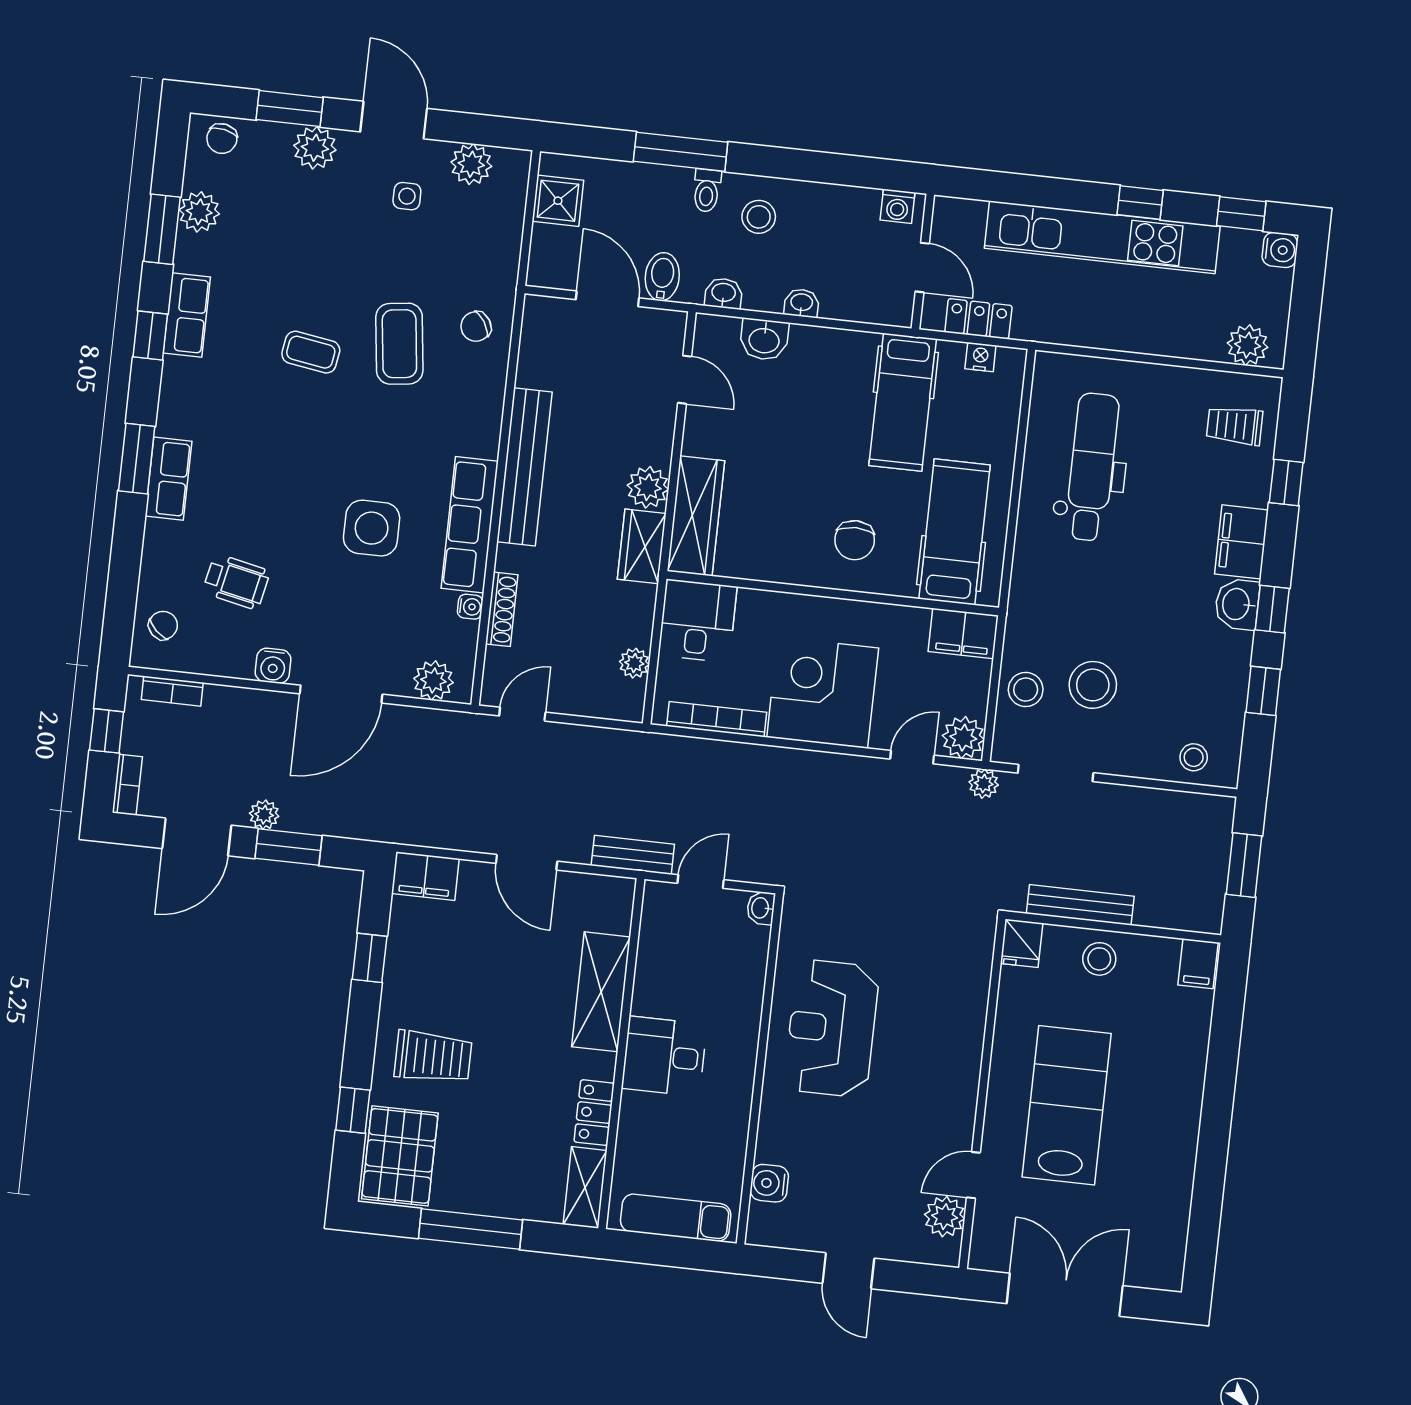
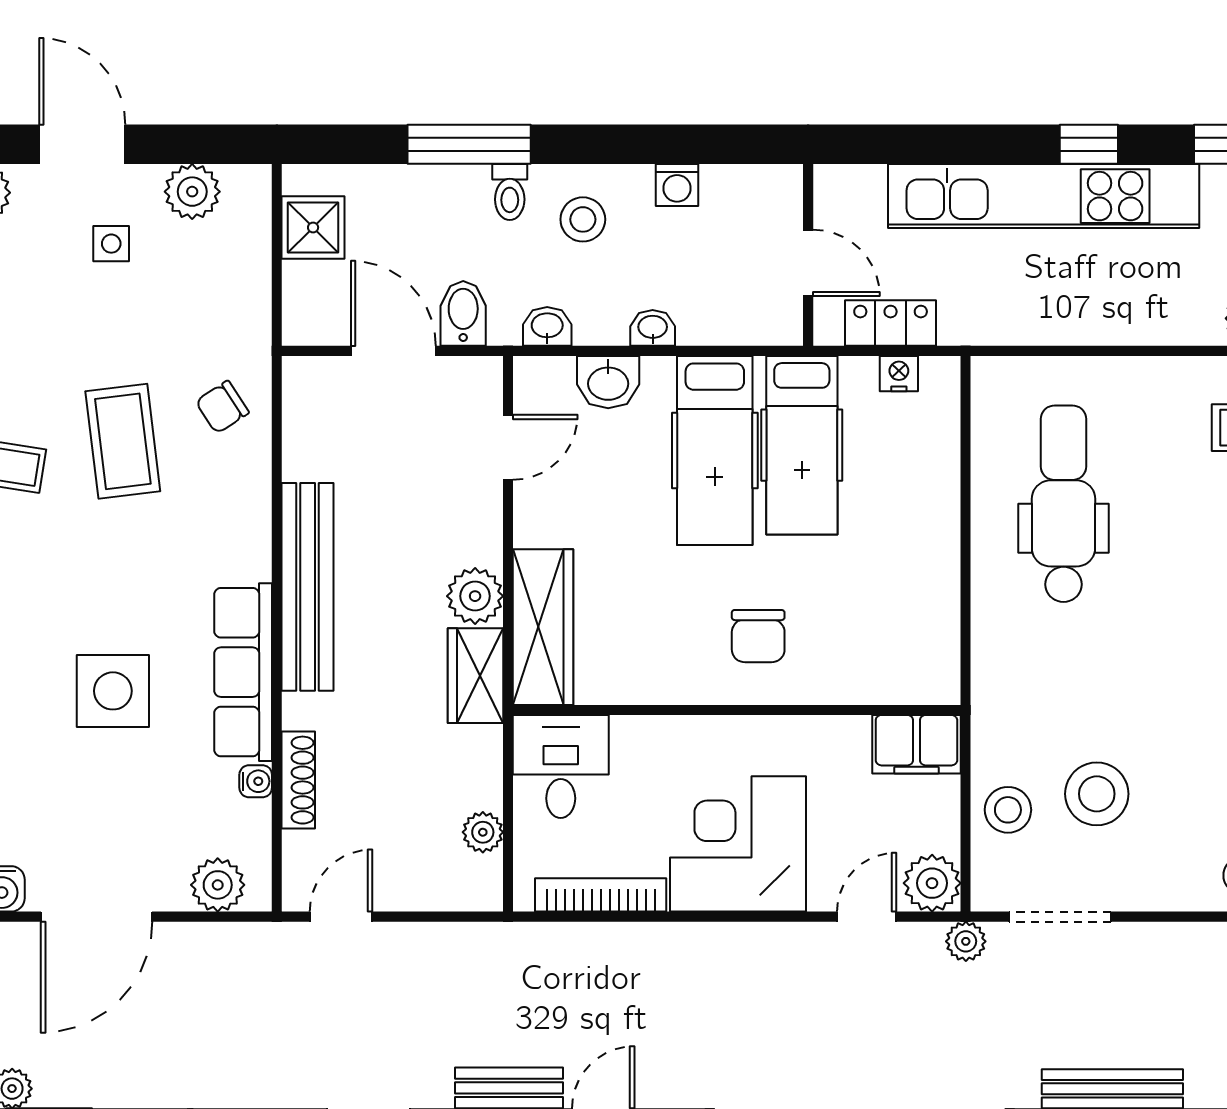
washing machine: (897, 206) -> (677, 185), moved
door: (685, 380) -> (508, 447), hinge flipped
hospital bed: (955, 532) -> (715, 450), moved, turned 180

